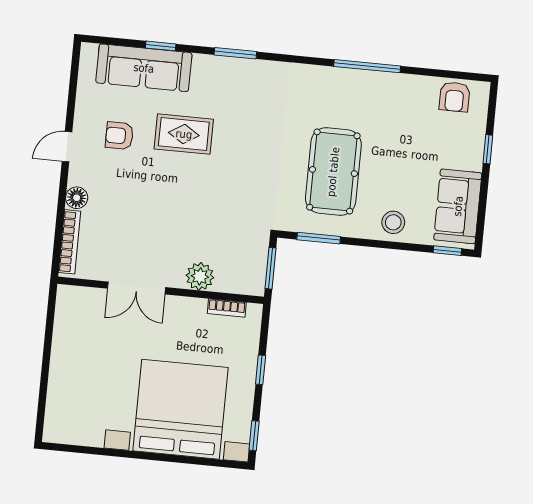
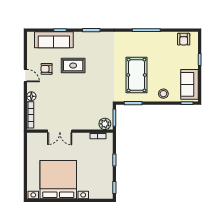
door: (67, 147) -> (25, 76), swing flipped
plant: (200, 276) -> (105, 124), moved
bed with nightstands: (180, 409) -> (58, 180), moved

